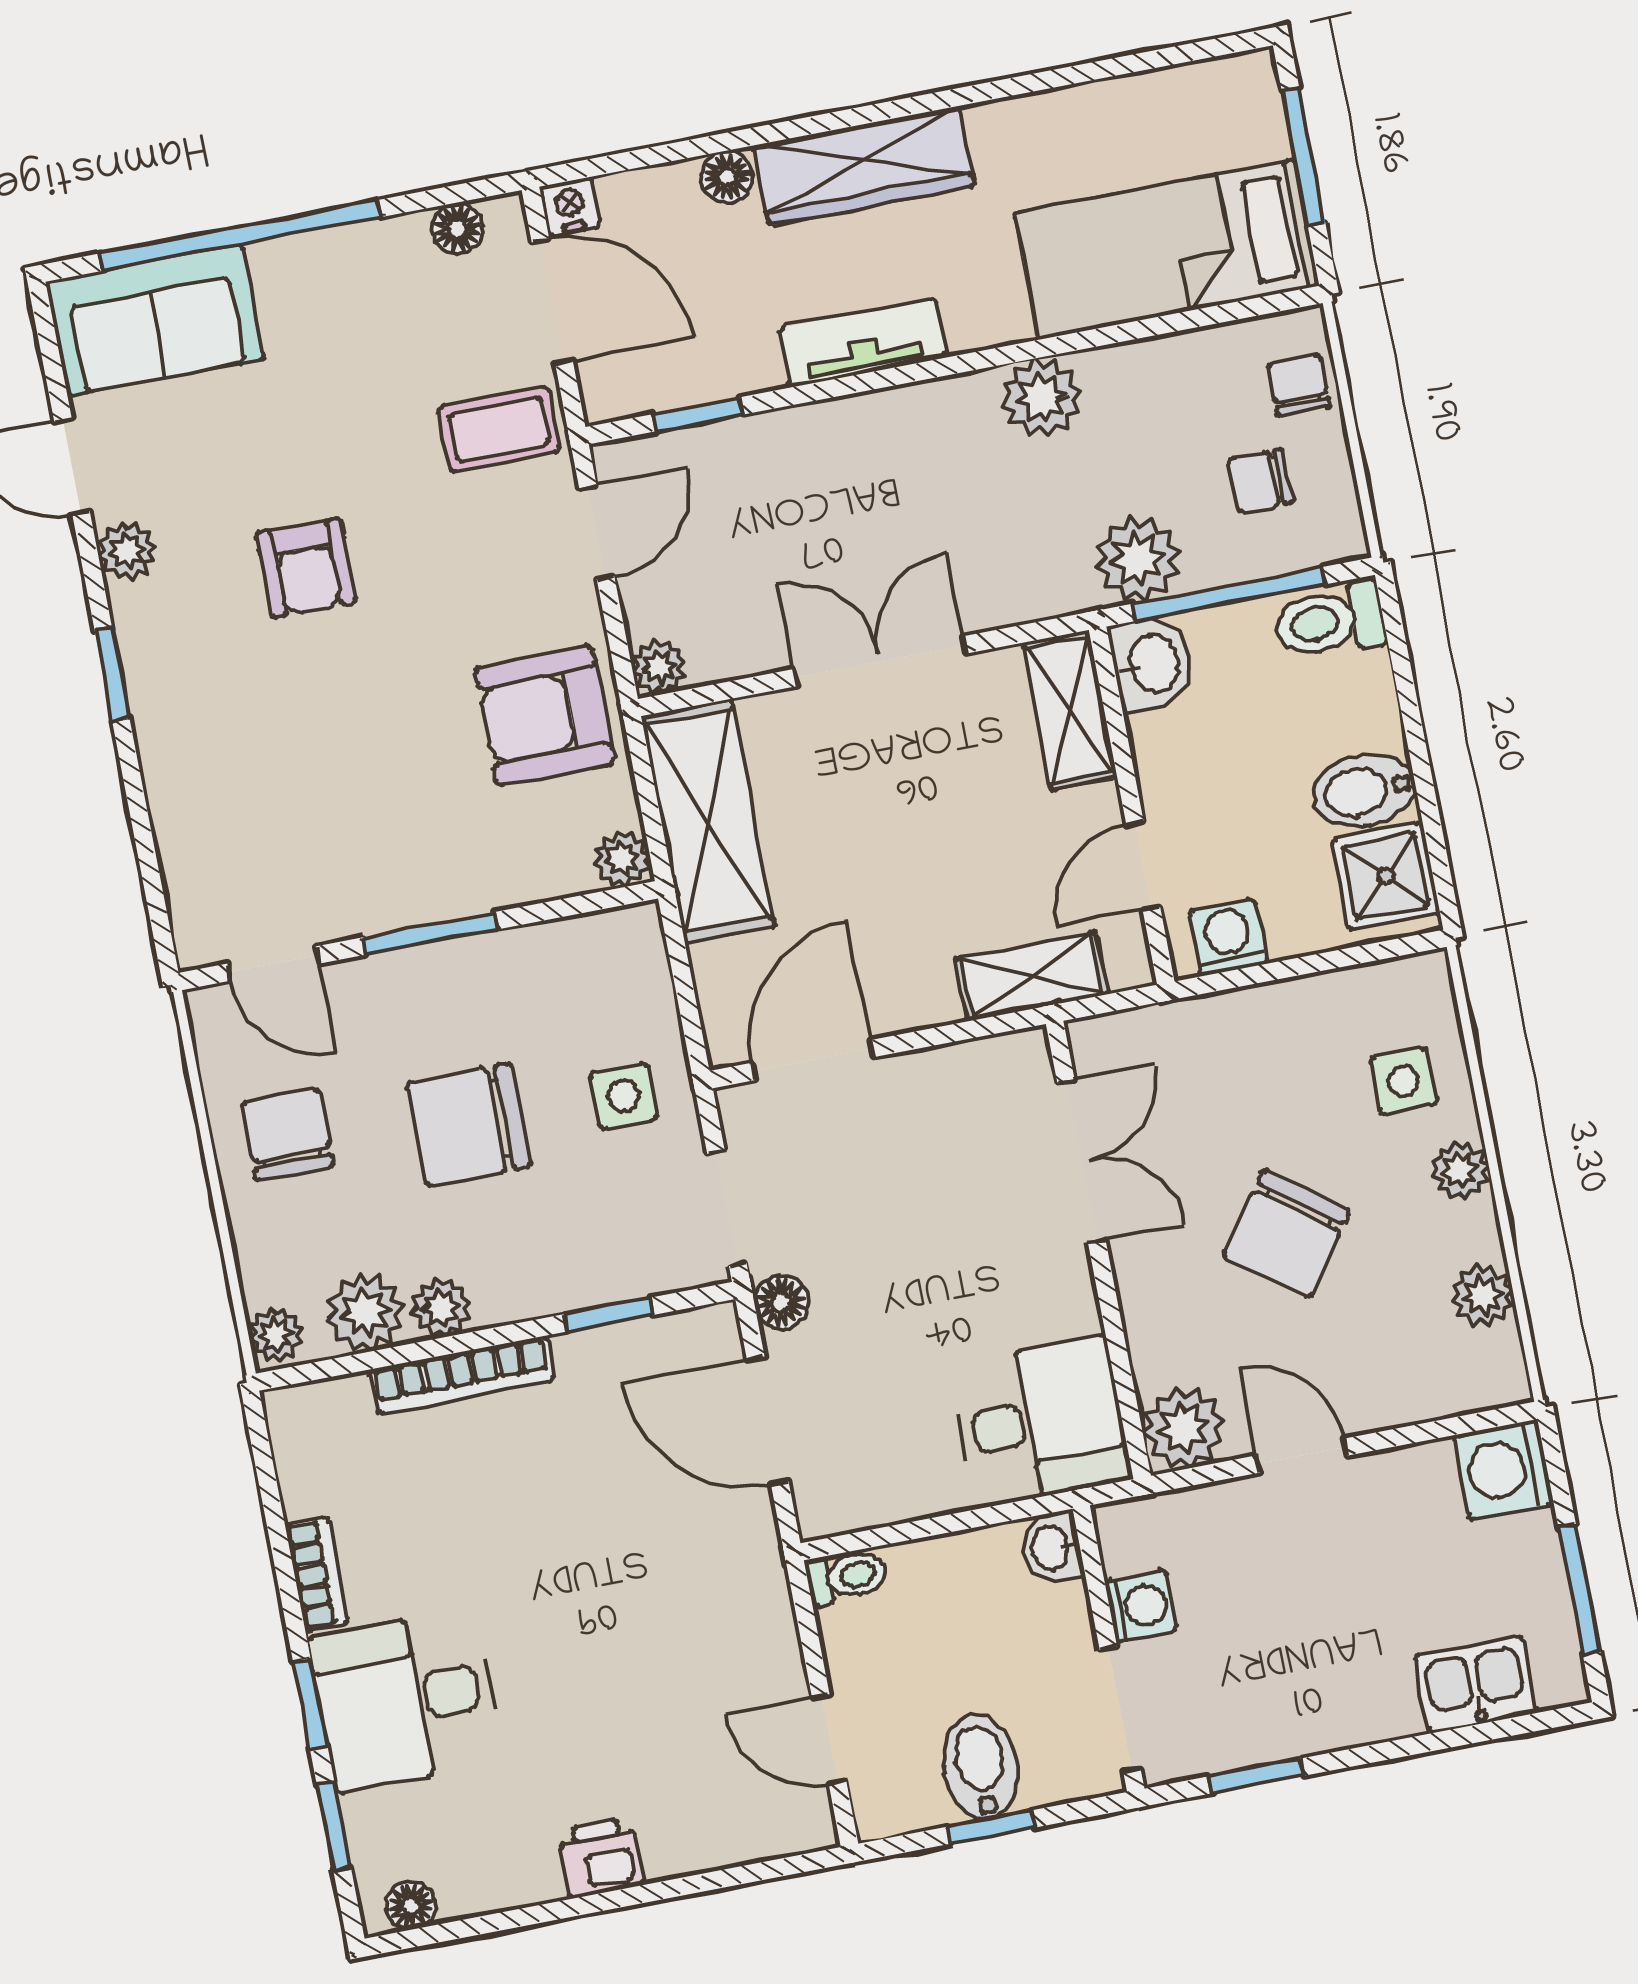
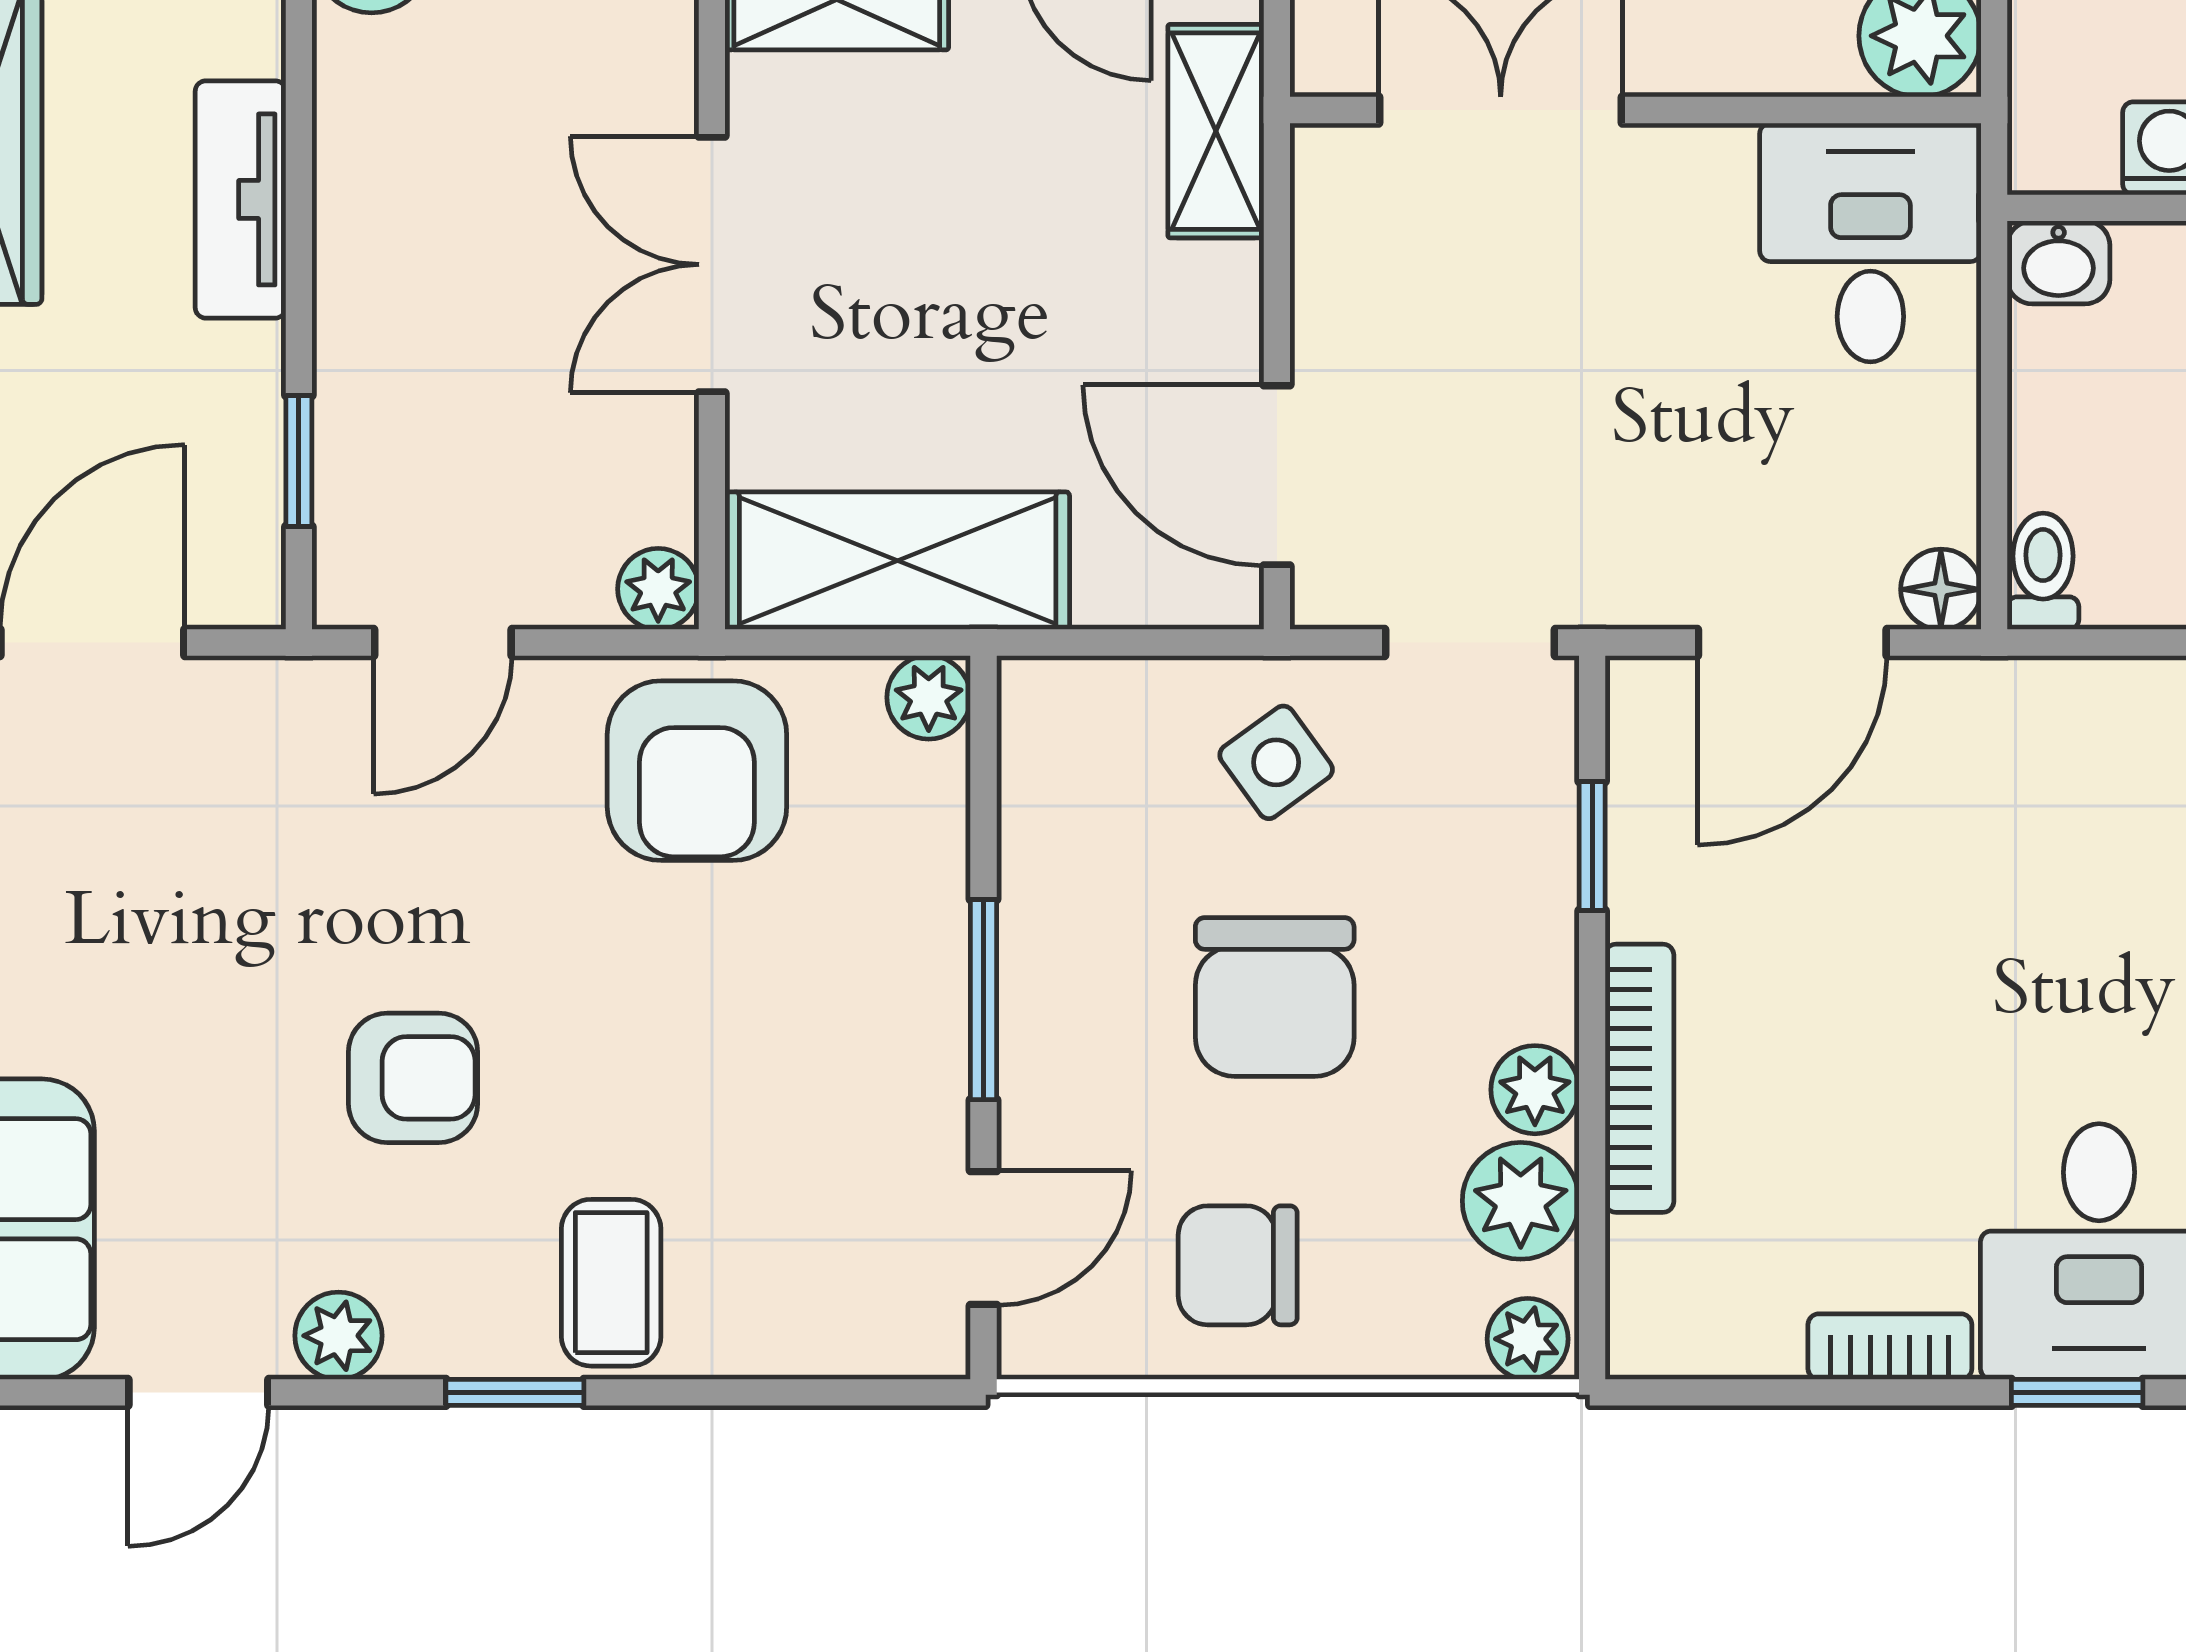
coffee table: (499, 429) -> (611, 1283), moved
door: (597, 532) -> (443, 643), swing flipped
side table: (623, 1096) -> (1276, 762), turned -36
floor lamp: (781, 1302) -> (1941, 589), moved

